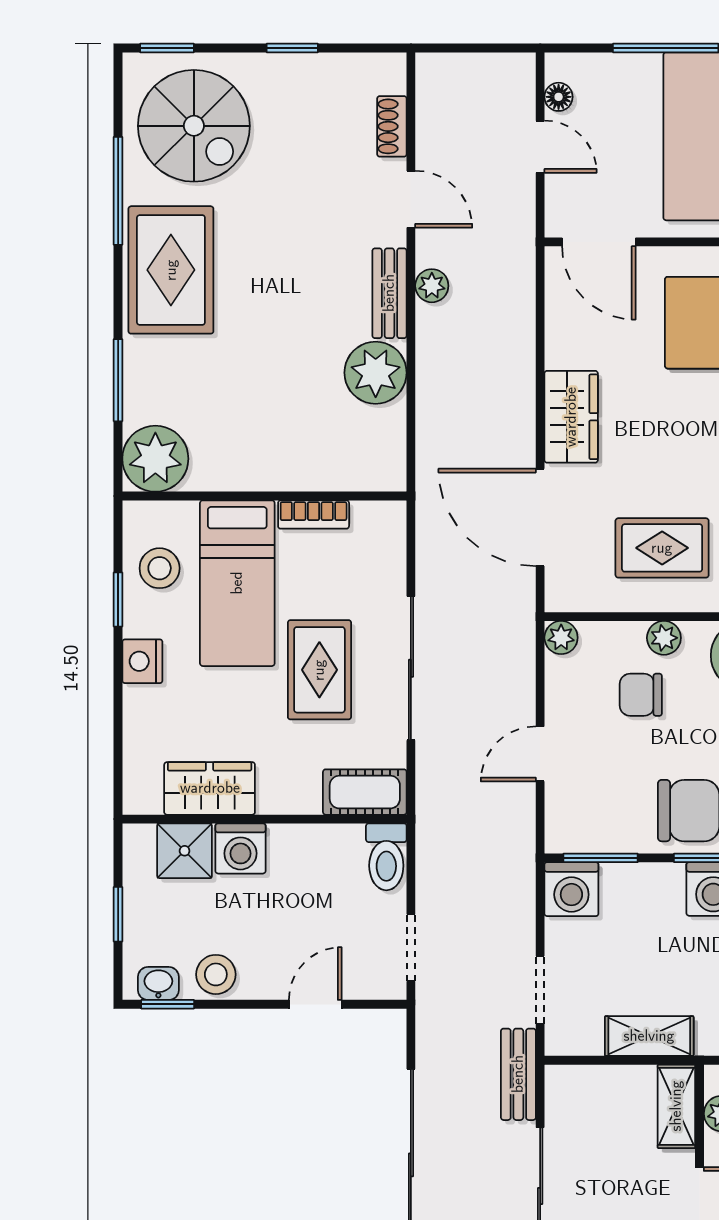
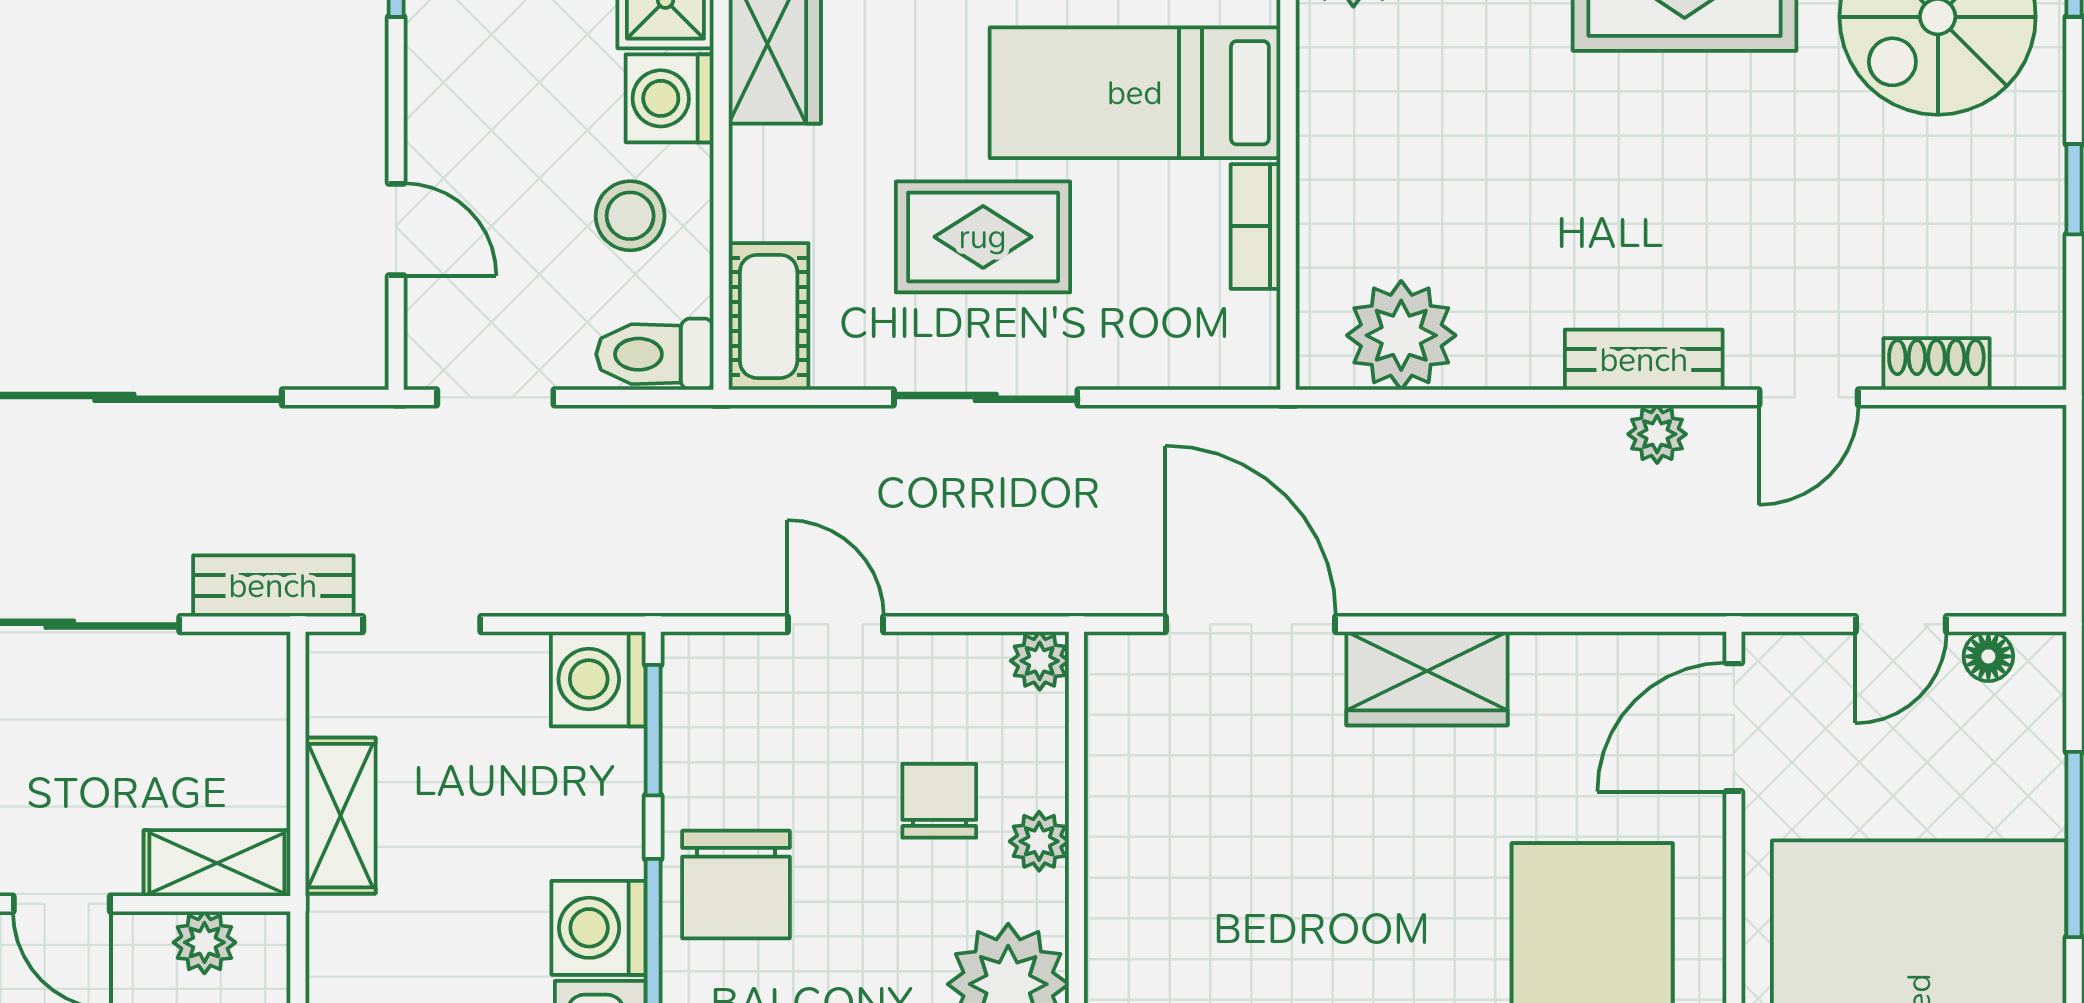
plant: (376, 373) -> (1401, 335), moved
door: (540, 517) -> (1251, 624), hinge flipped
rug: (662, 548) -> (1197, 838), removed
sliding door: (411, 668) -> (986, 397), width x0.73
stool: (216, 974) -> (630, 216), moved

